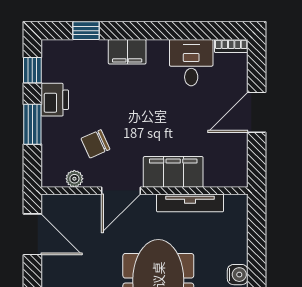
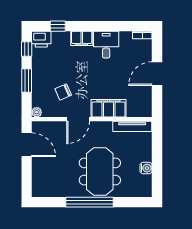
desk: (191, 63) -> (106, 45), moved
printer: (55, 100) -> (41, 39), moved, turned 90
plant: (74, 179) -> (37, 112), moved
tv unit: (190, 203) -> (132, 126), moved

